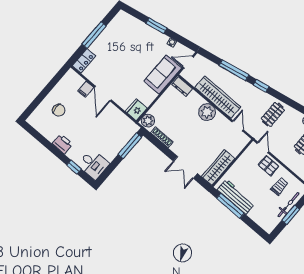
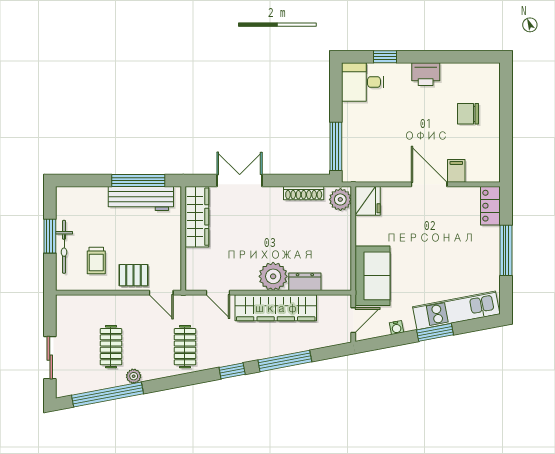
kitchen unit: (139, 27) -> (456, 310), added
dresser: (182, 87) -> (305, 282), moved

